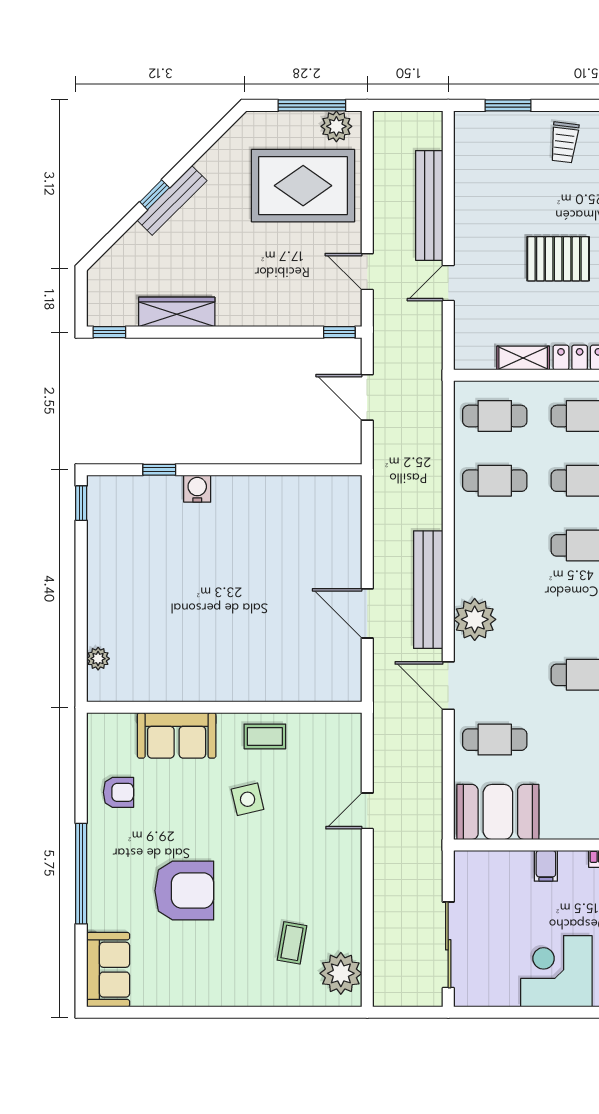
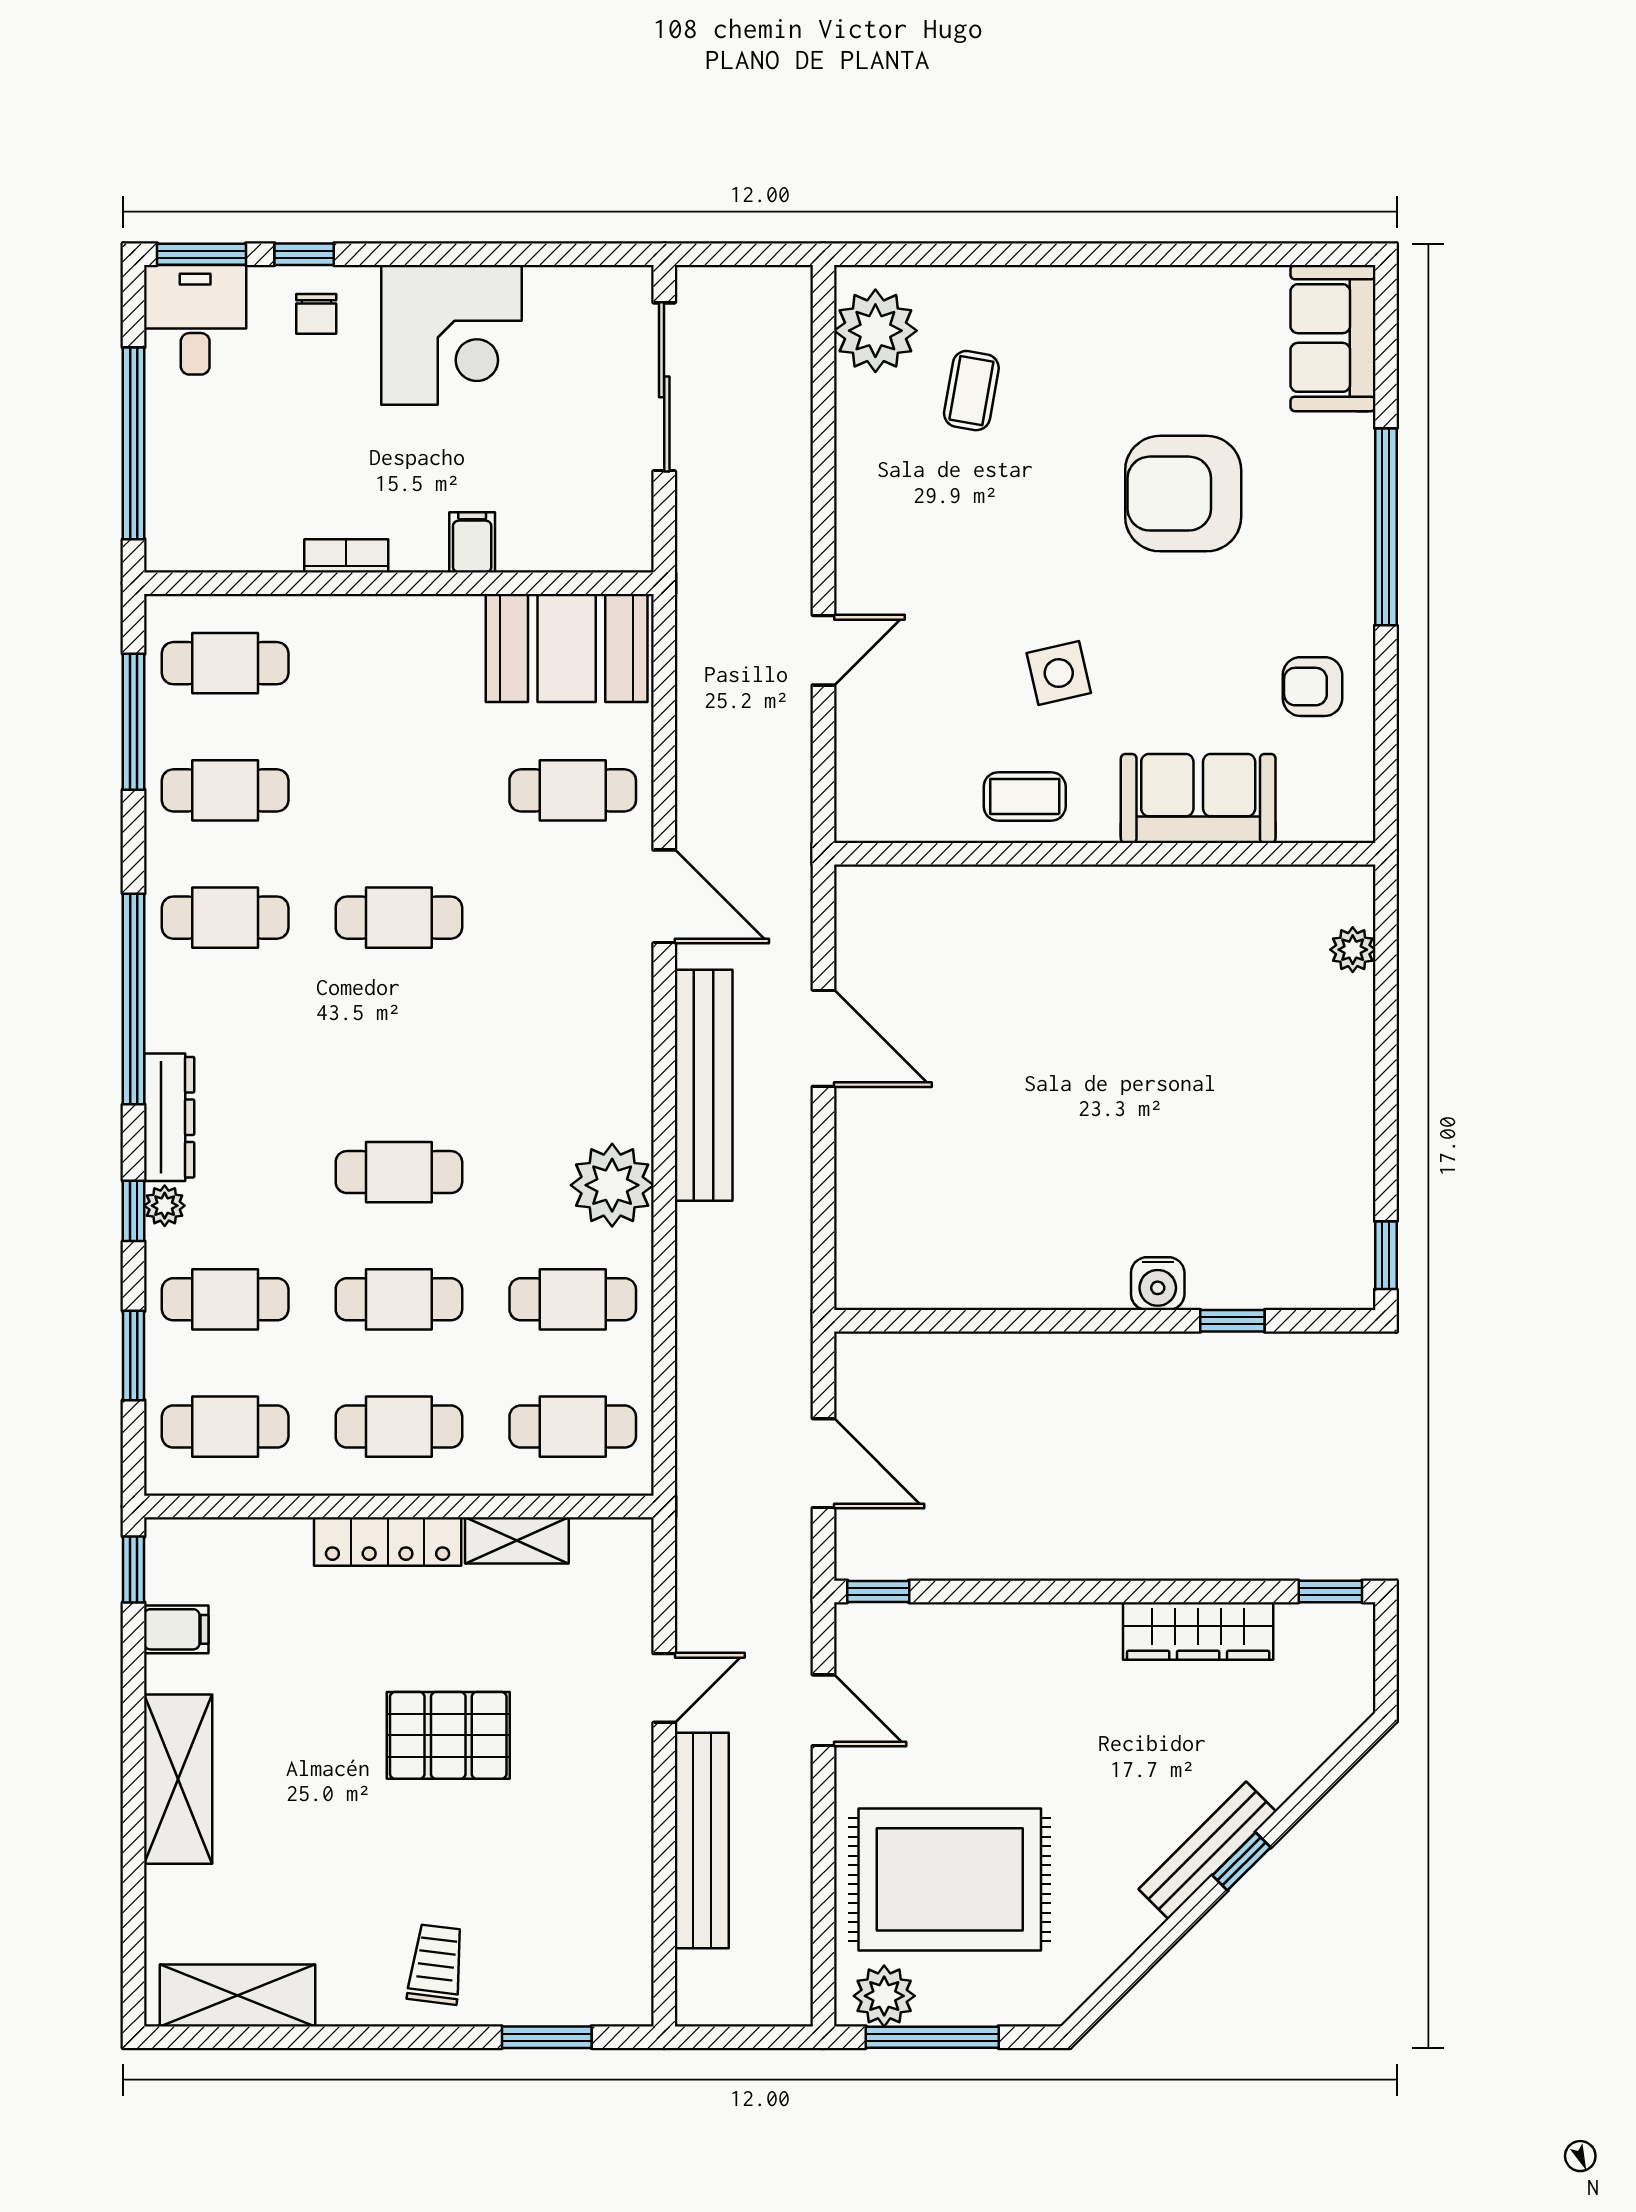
plant: (475, 619) -> (612, 1185), moved

